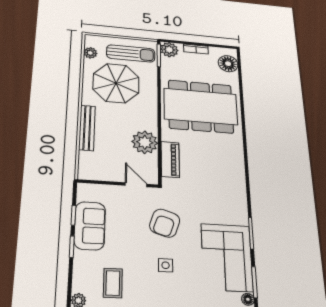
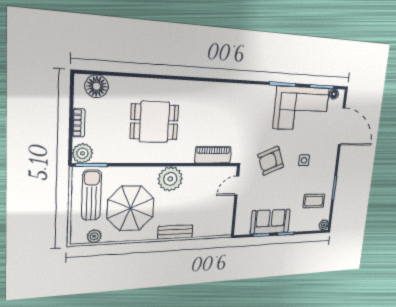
dining table: (201, 106) -> (154, 122), width x0.53, depth x0.80
bench: (87, 128) -> (175, 232), width x0.73
plant: (145, 142) -> (170, 179), moved
armchair: (165, 223) -> (271, 161), turned 140

